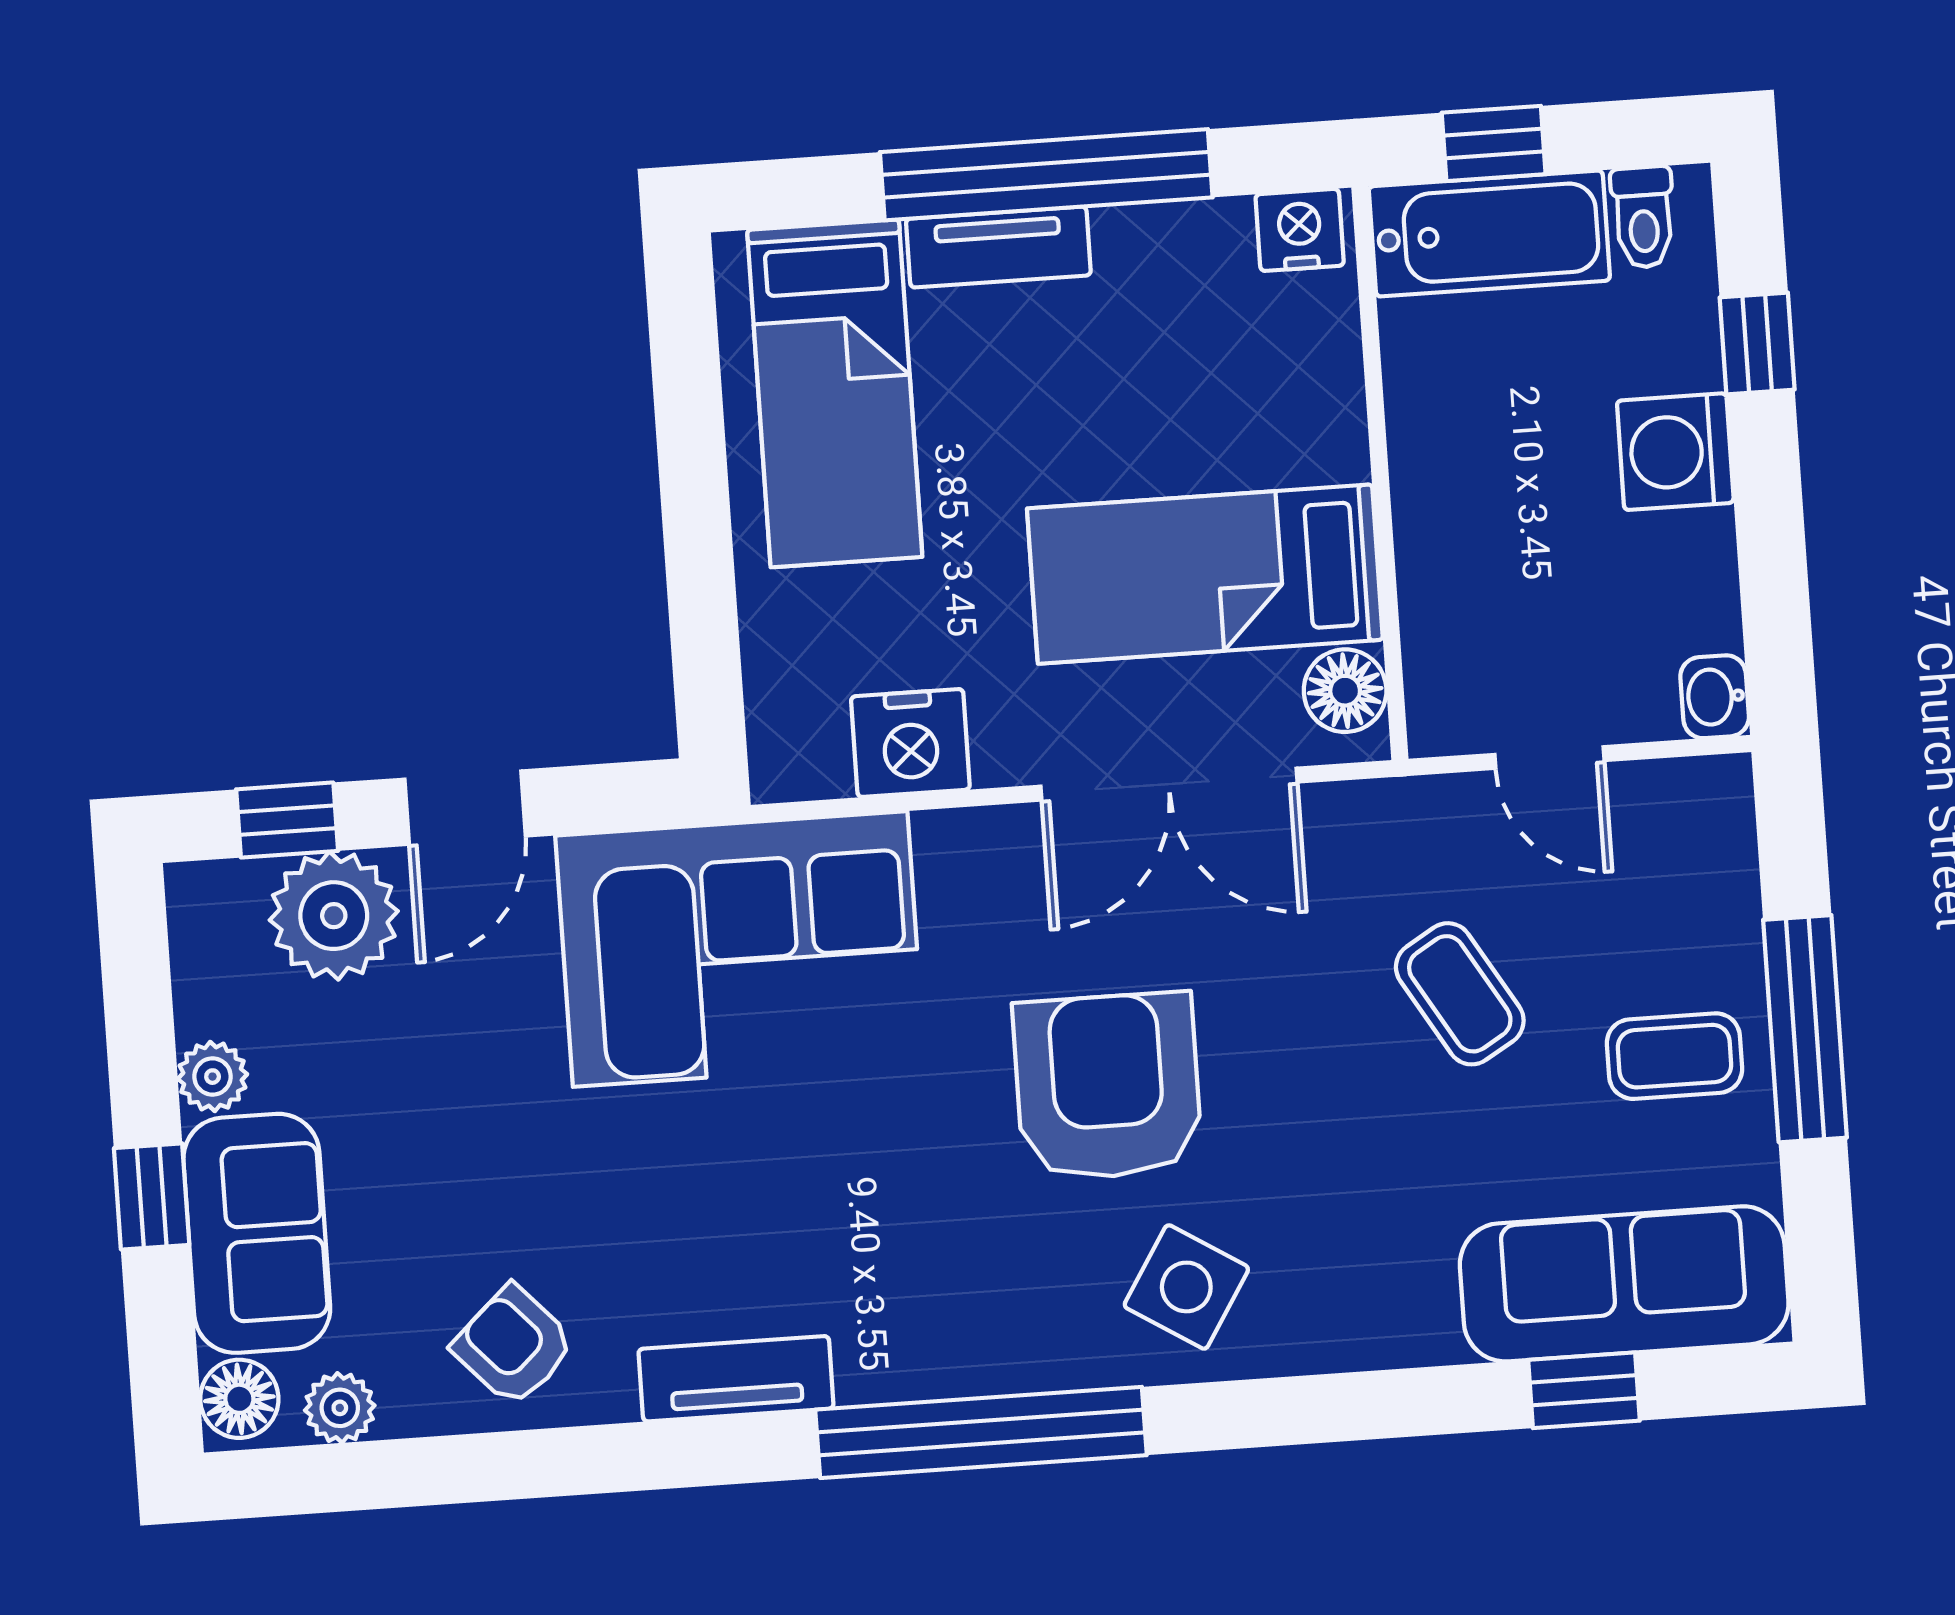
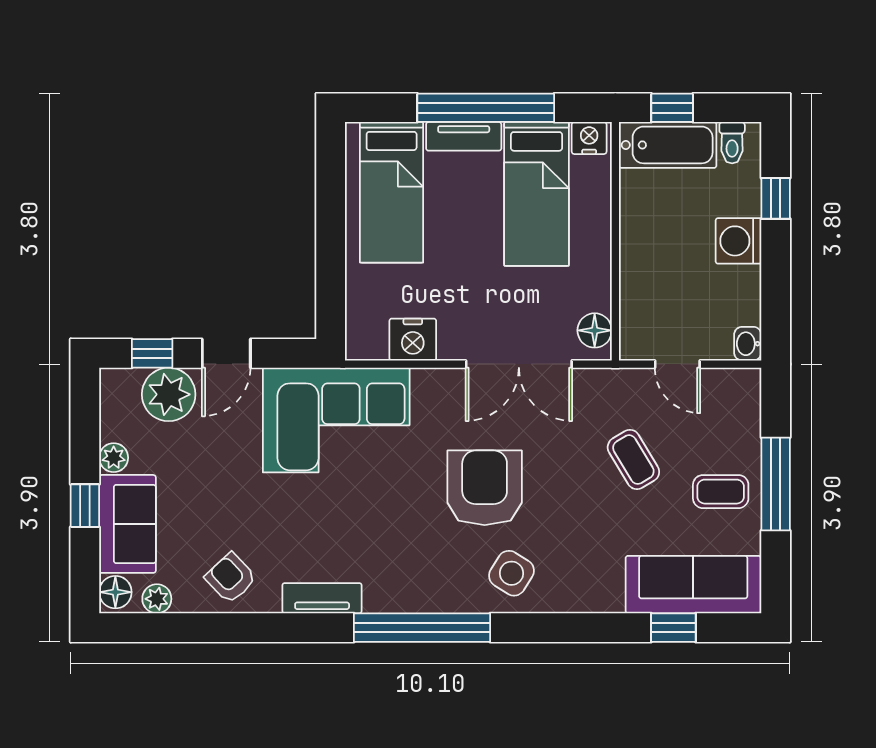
bed: (1205, 574) -> (537, 194), moved, turned -90

